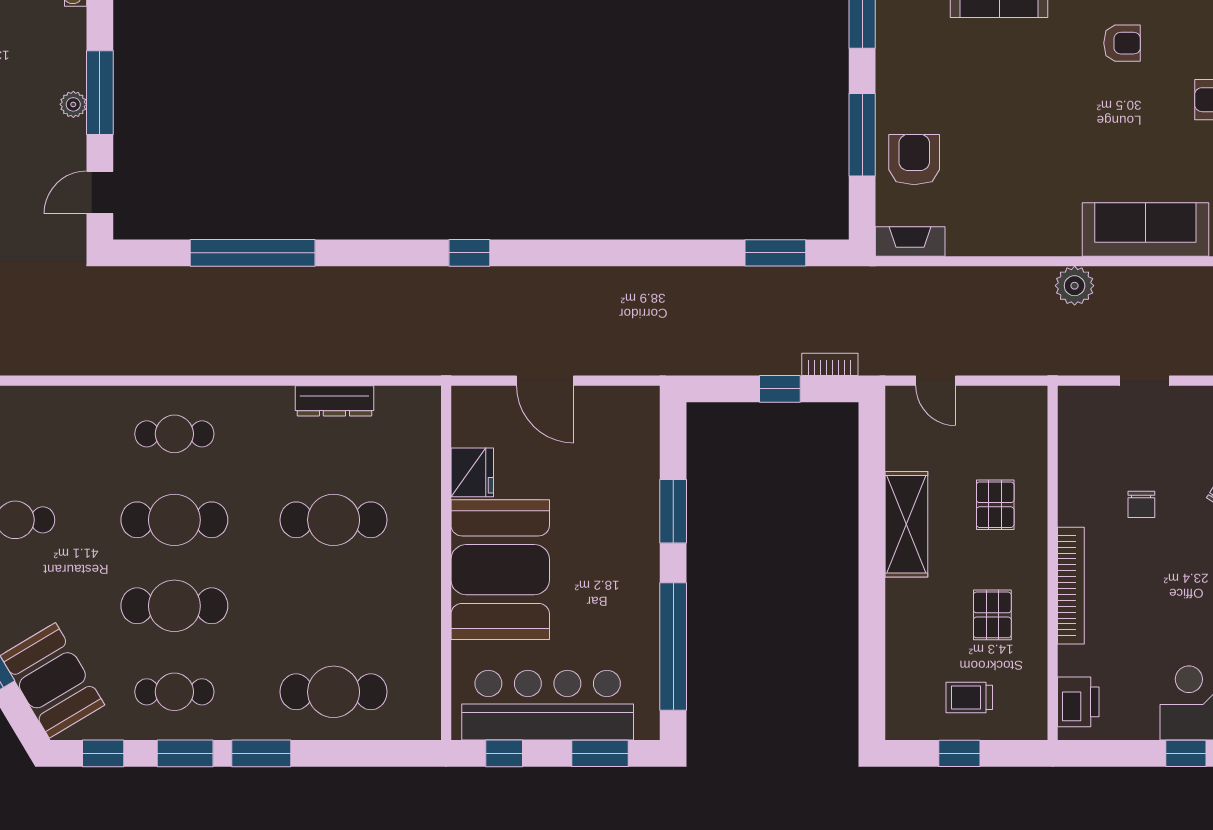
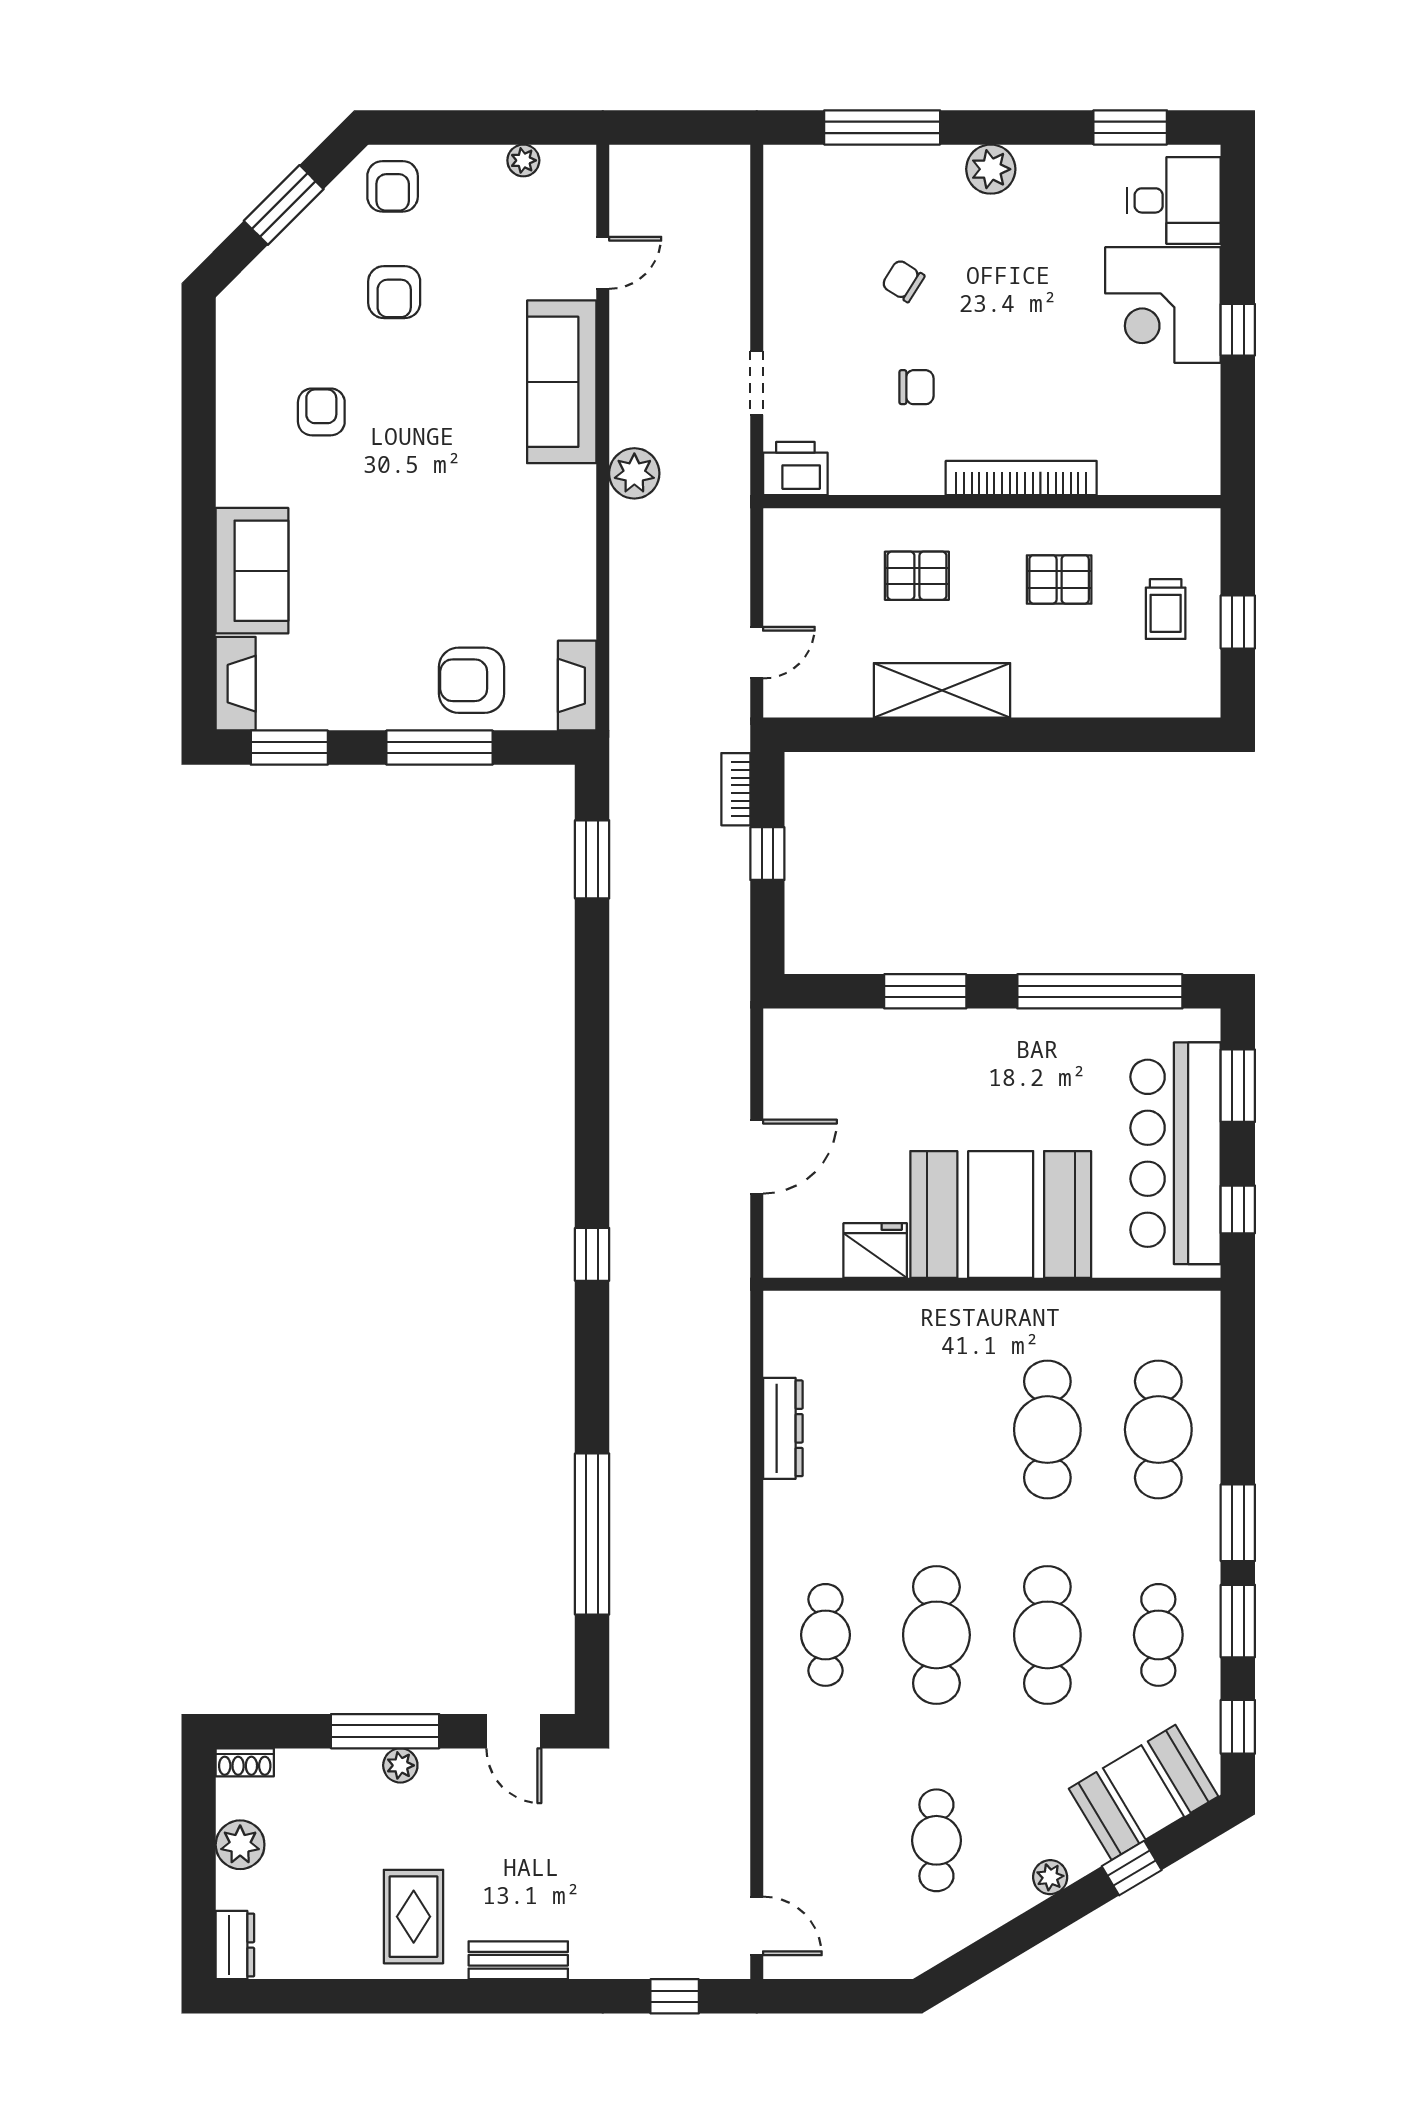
cafe table: (334, 520) -> (1047, 1430), moved
printer: (1078, 702) -> (795, 469), moved

